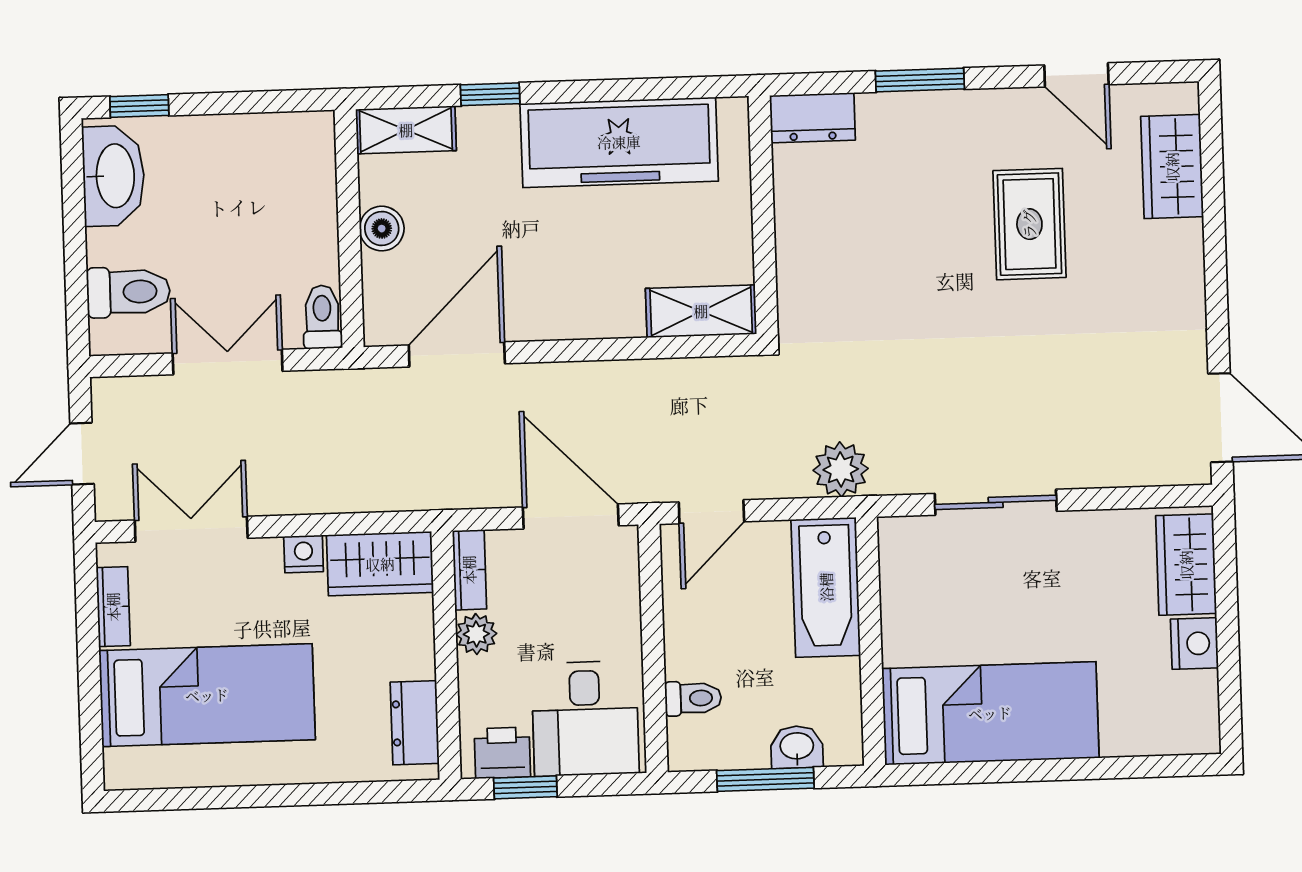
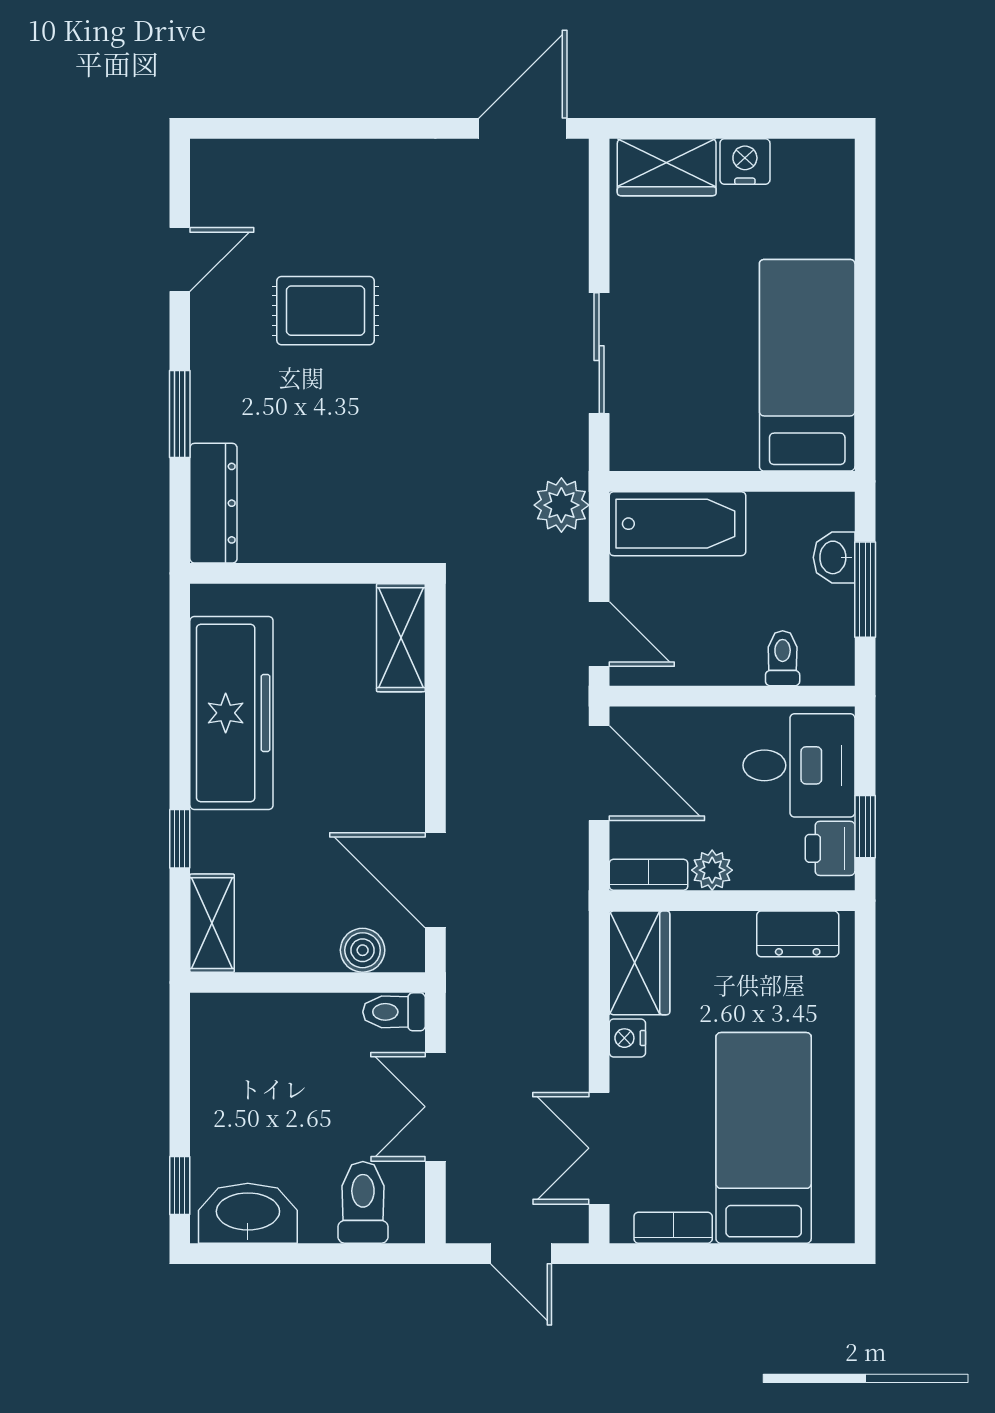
dresser: (812, 118) -> (213, 503), width x1.44
wardrobe: (1172, 167) -> (273, 168), removed
boiler: (382, 229) -> (363, 950), moved
door: (571, 516) -> (599, 773), swing flipped

